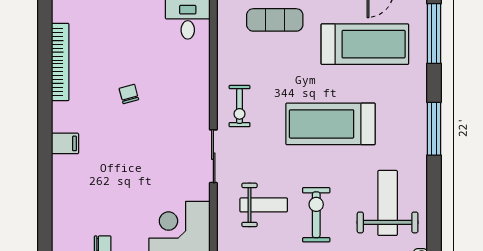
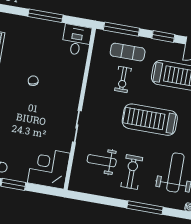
exercise bike: (240, 106) -> (123, 79), moved
weight bench: (264, 205) -> (102, 161), turned 180

